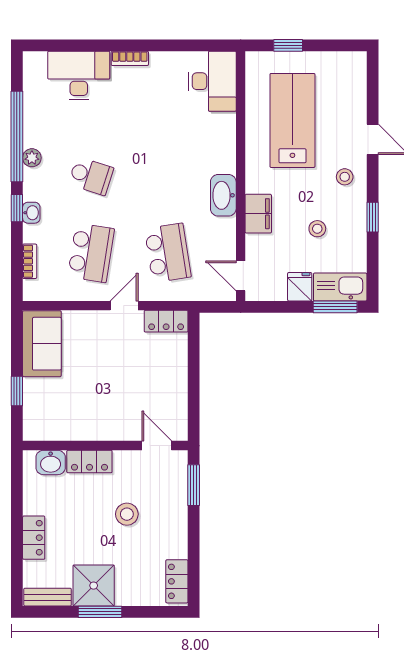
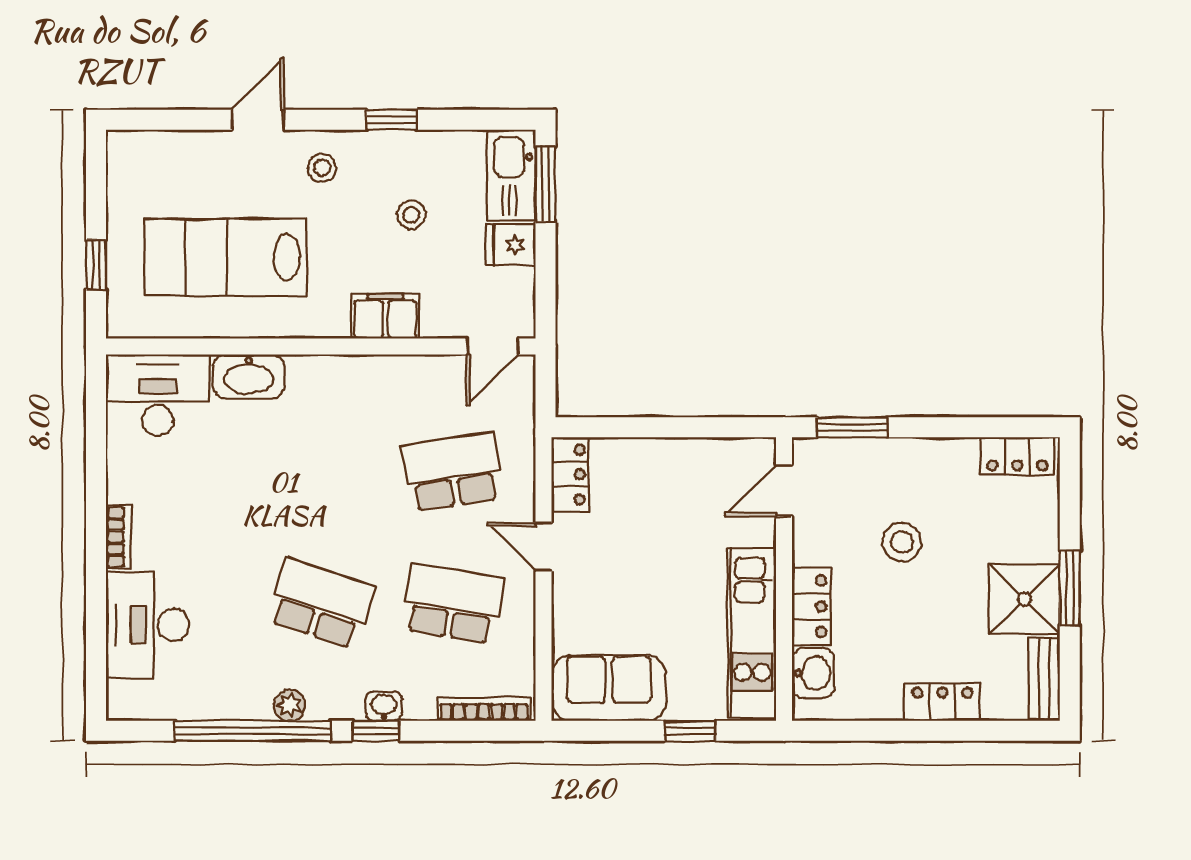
school desk: (91, 176) -> (321, 604), width x1.85
washbasin: (223, 195) -> (249, 376), moved
bookcase: (30, 261) -> (484, 709), width x1.56
kitchen unit: (74, 427) -> (752, 633), added

